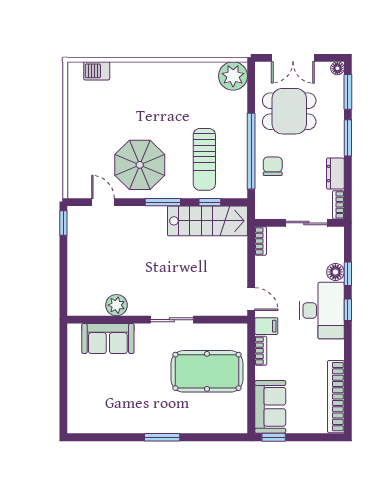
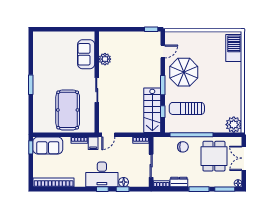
barbecue: (97, 71) -> (234, 48), width x1.88, depth x1.53

